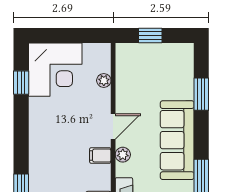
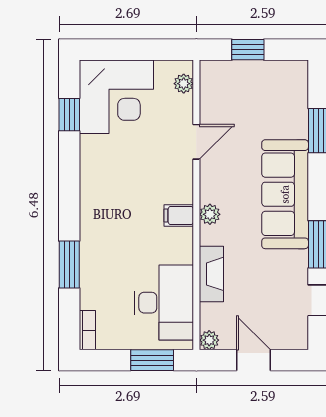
plant: (104, 80) -> (184, 84), moved
door: (113, 127) -> (196, 142), moved

